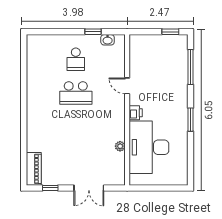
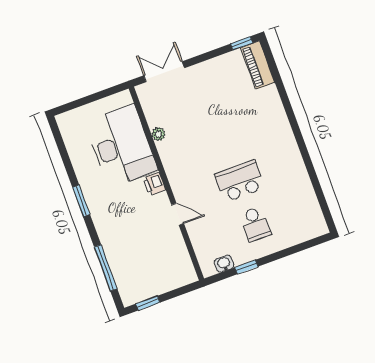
school desk: (76, 59) -> (255, 224), turned 180
window: (50, 188) -> (242, 43), moved
double door: (89, 188) -> (164, 72), moved

